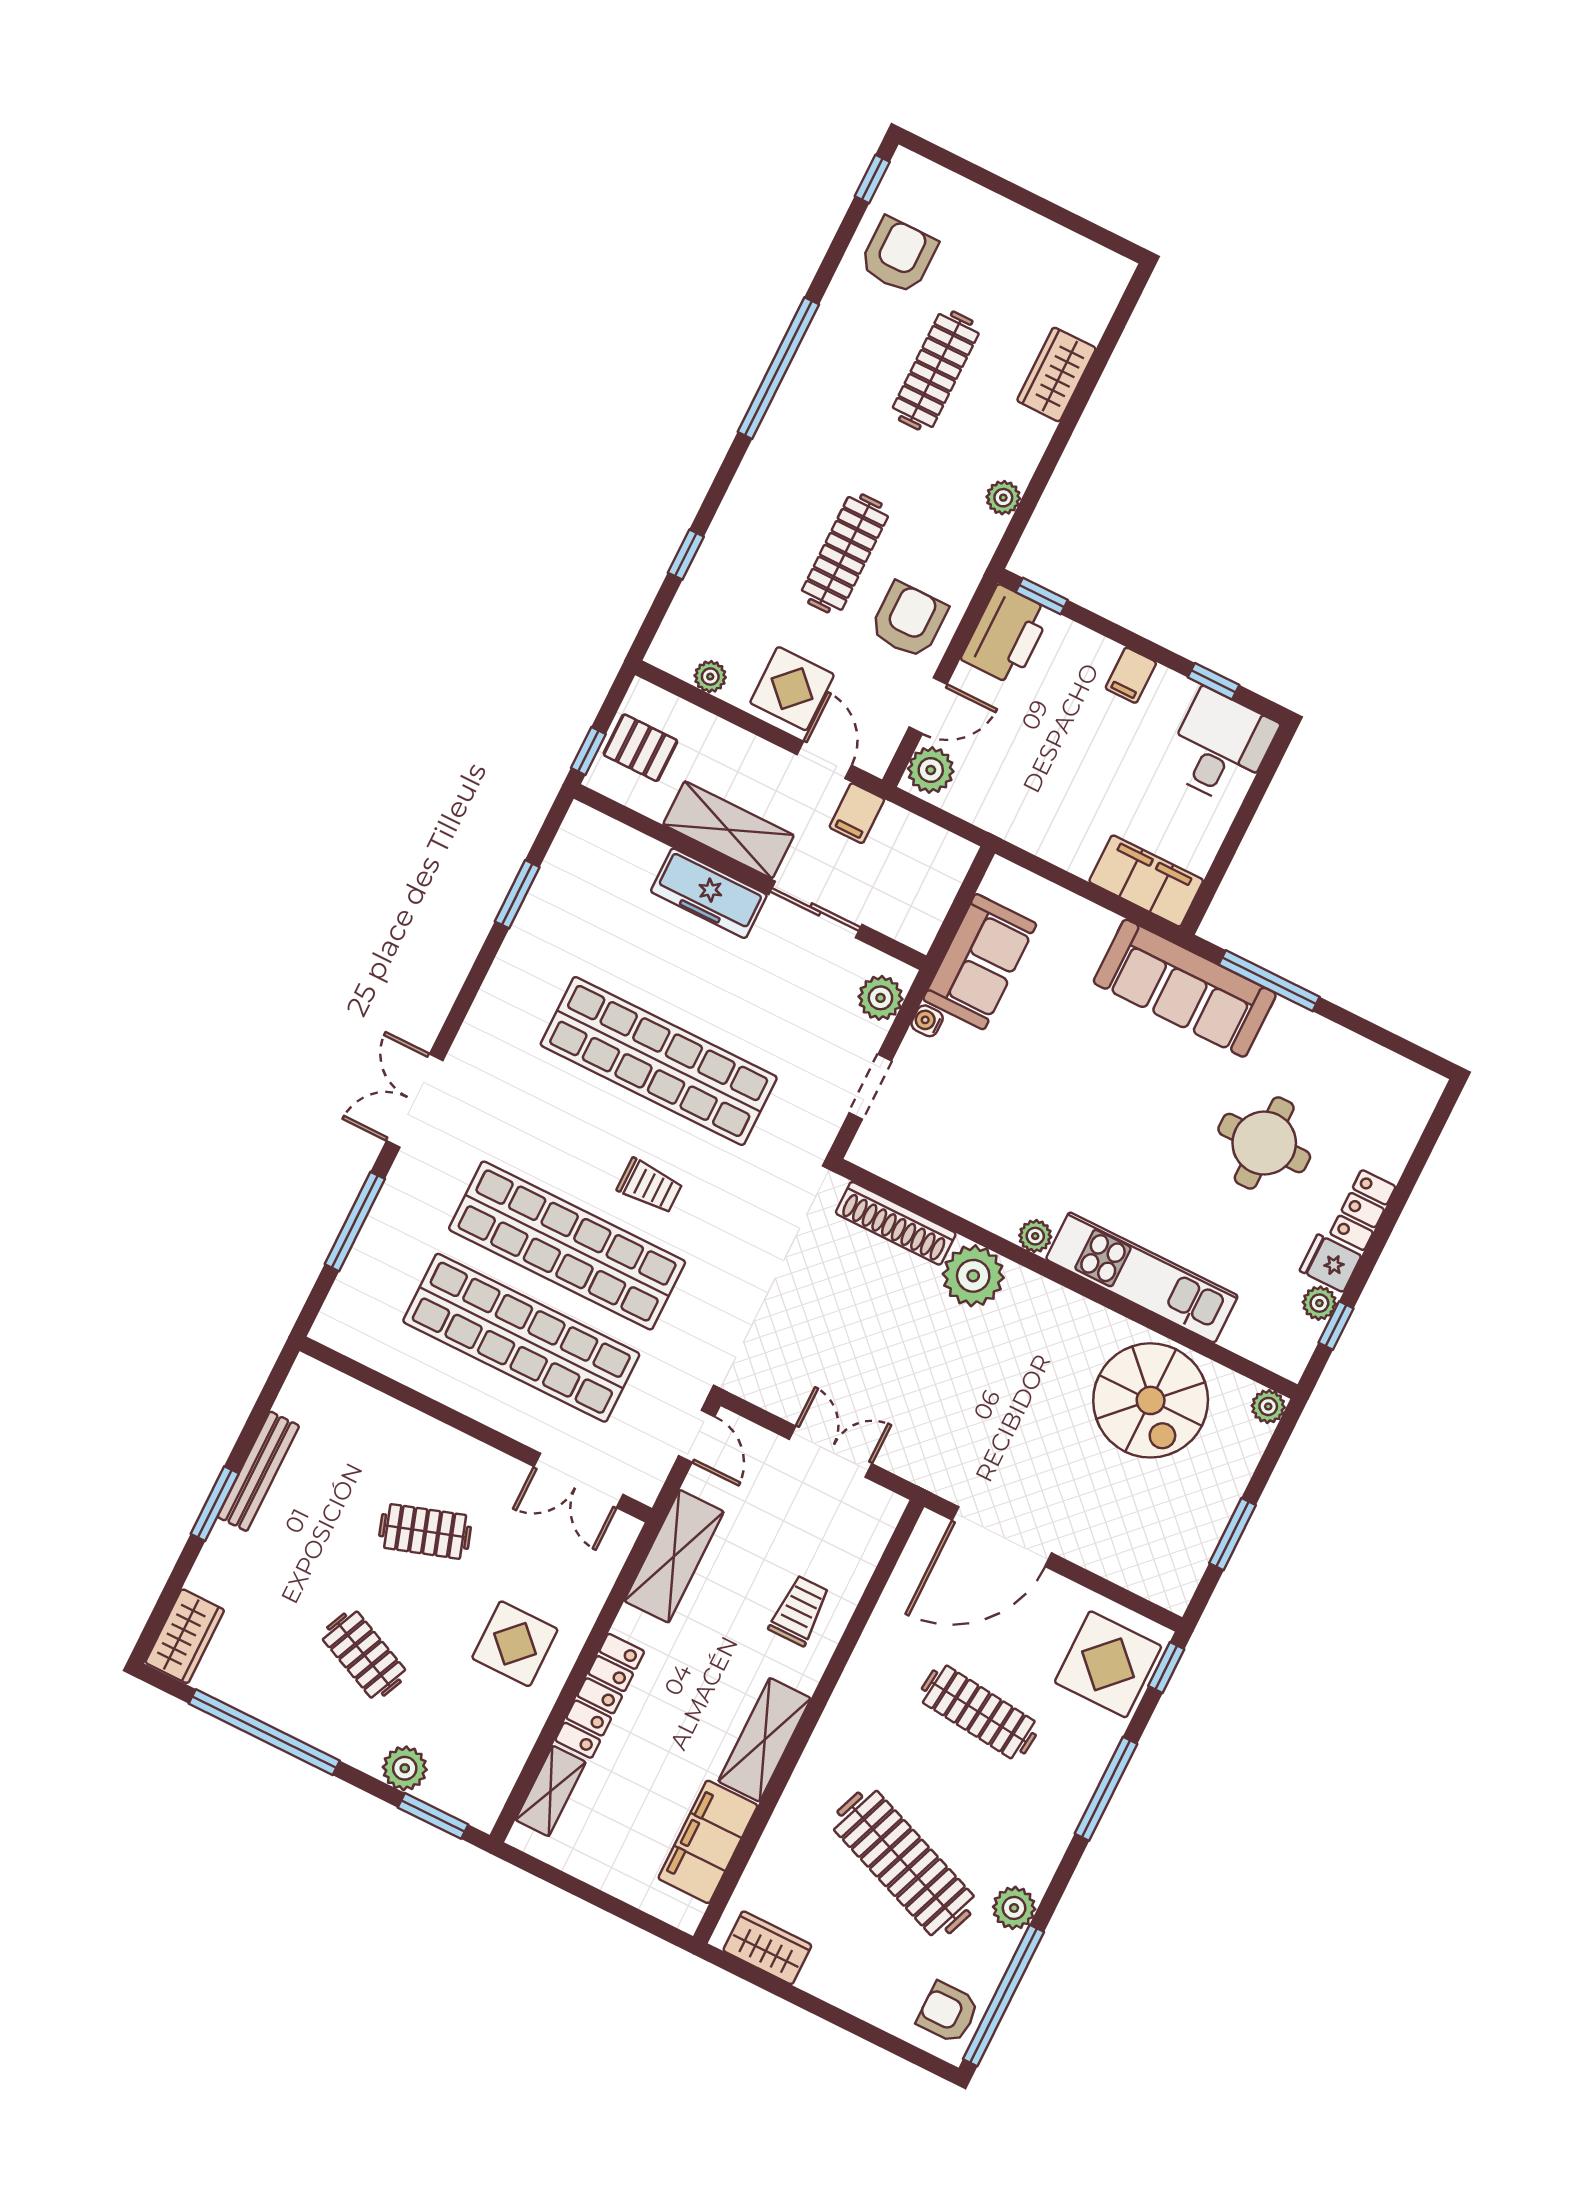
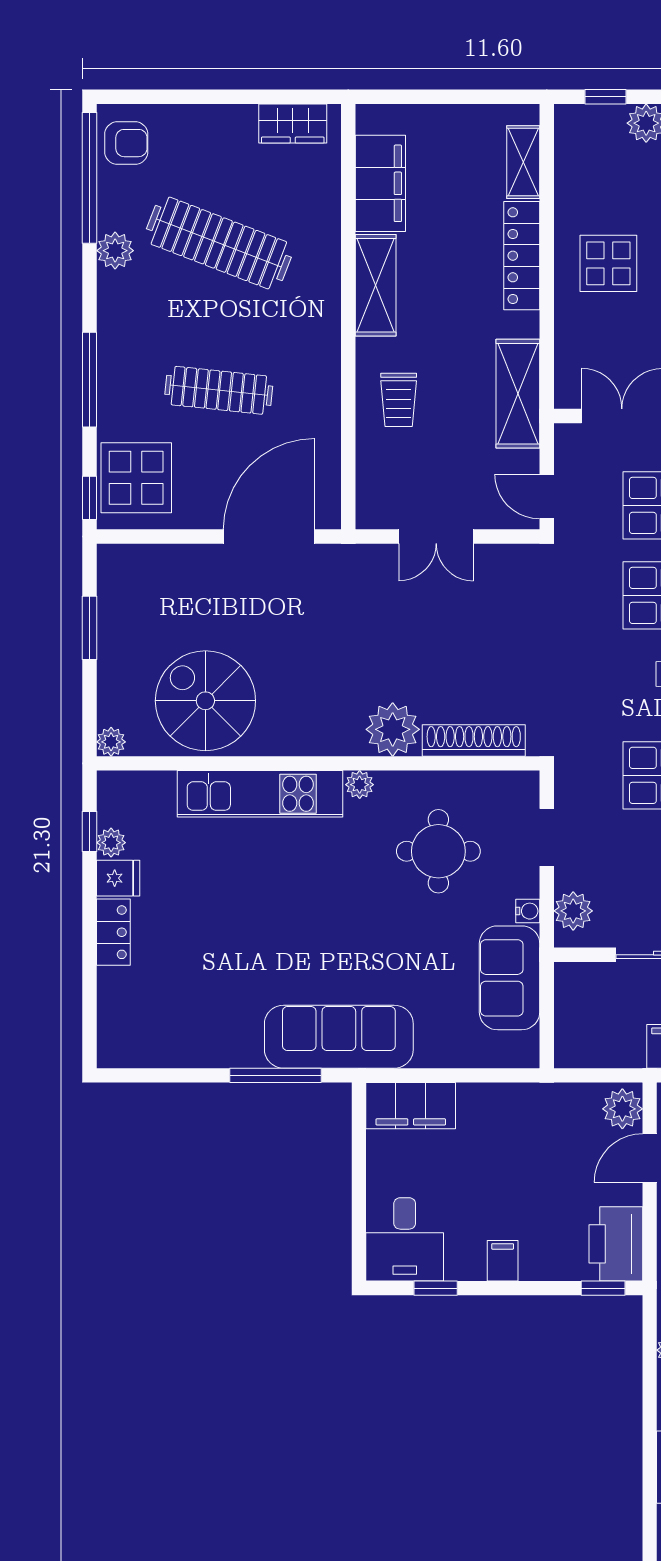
round table: (1264, 1143) -> (438, 851), moved
window: (433, 1816) -> (606, 97), width x0.67

